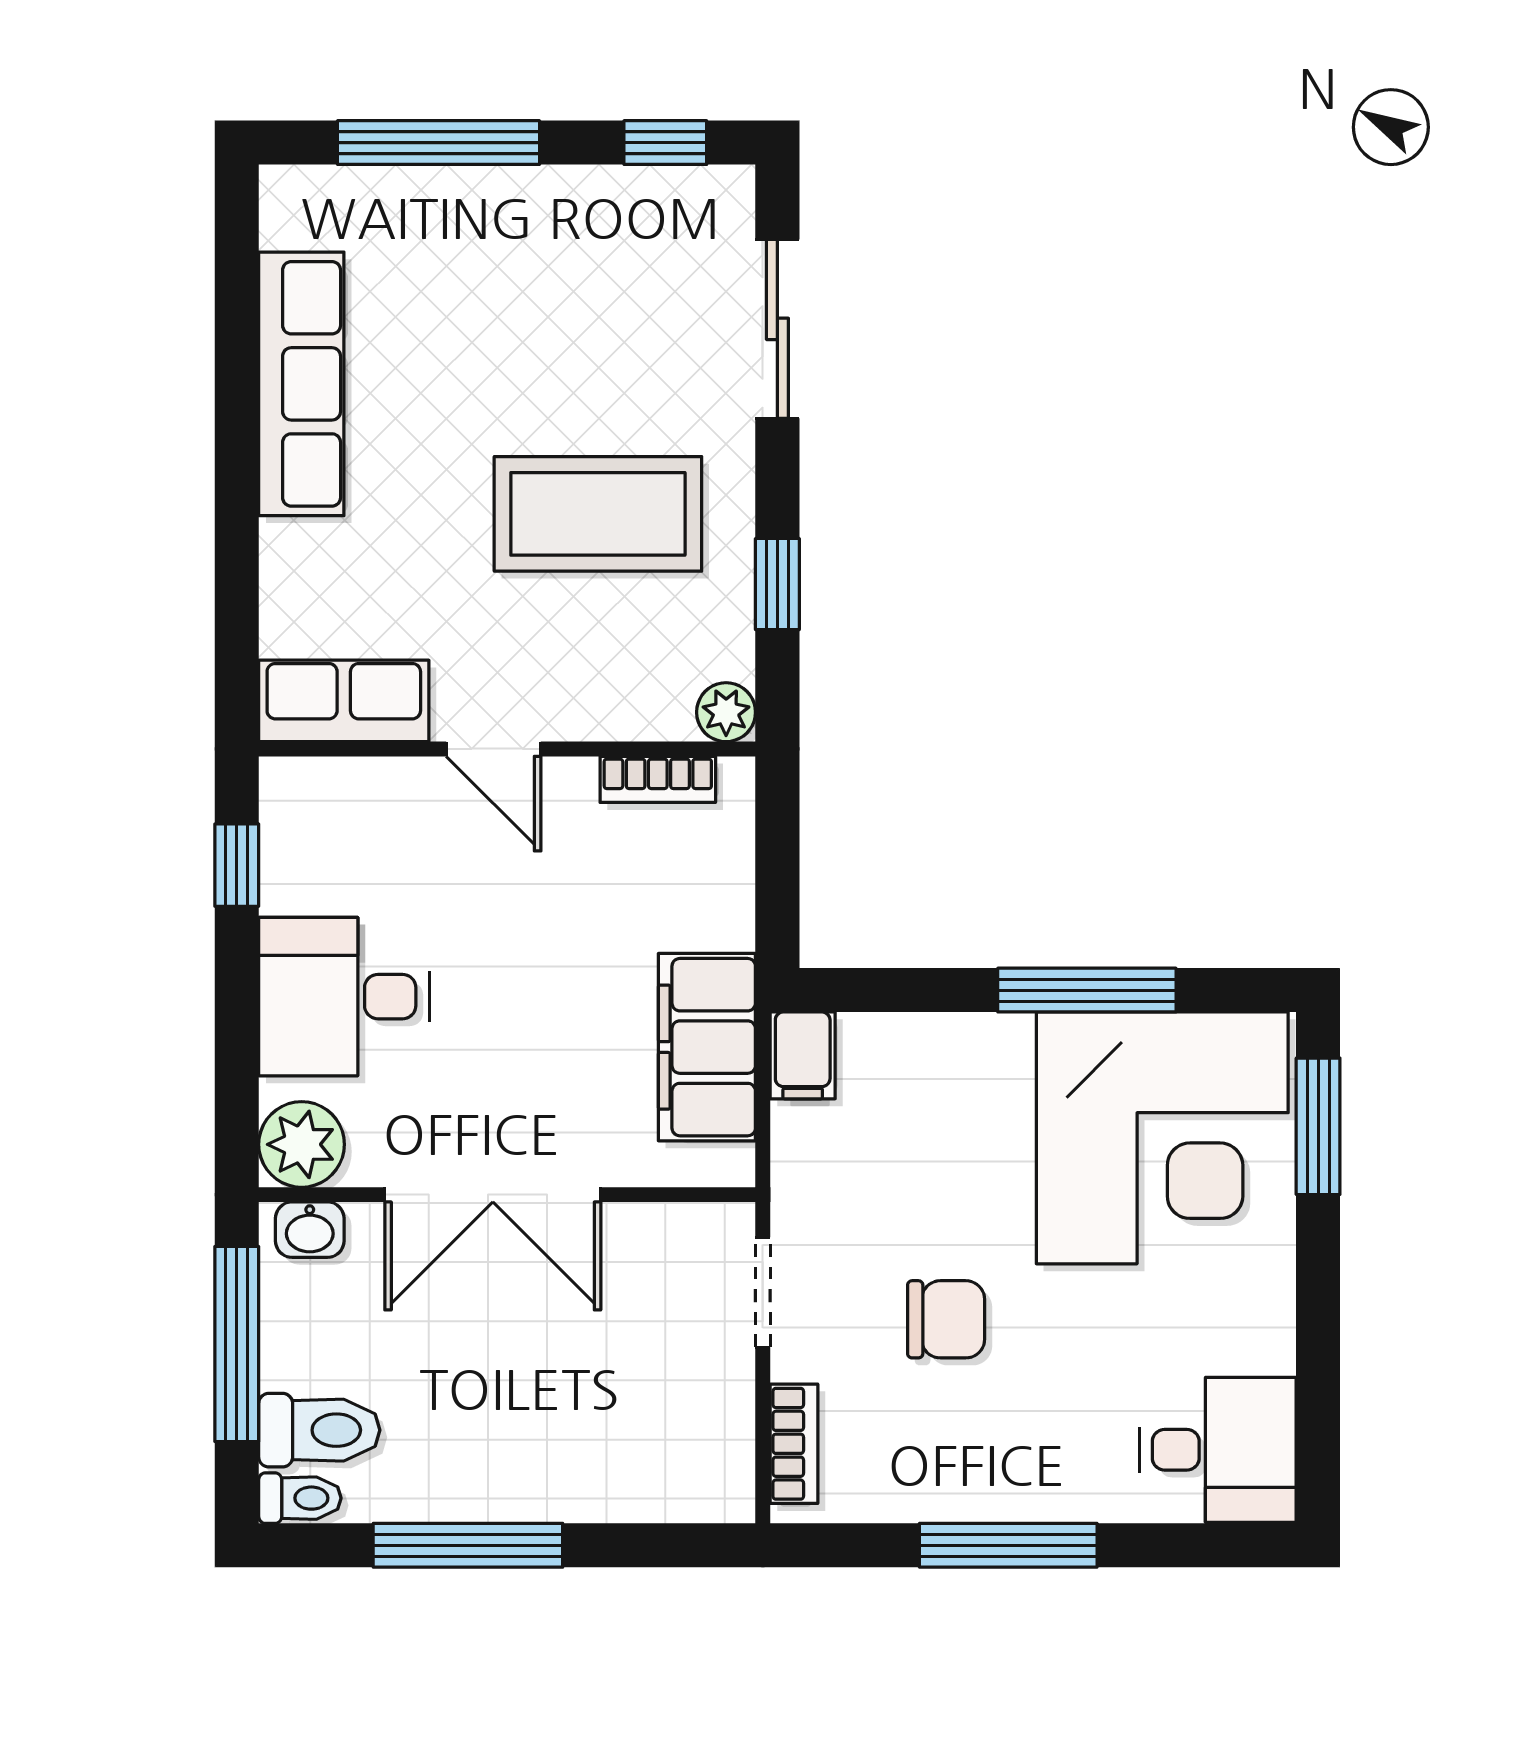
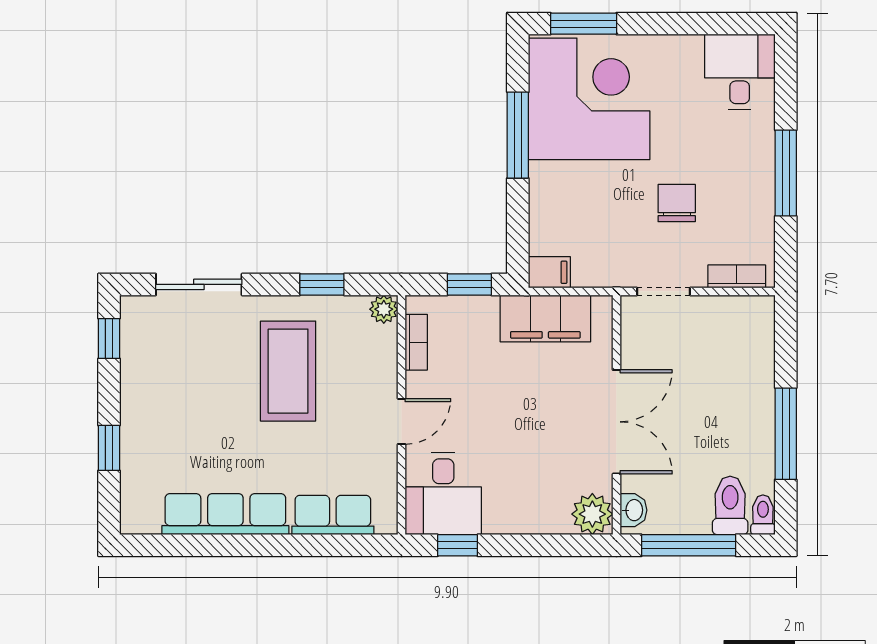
window: (439, 143) -> (109, 448), width x0.46
row of seats: (344, 701) -> (333, 515), moved, turned 90
window: (777, 890) -> (469, 284), added
desk: (344, 997) -> (443, 494), moved

